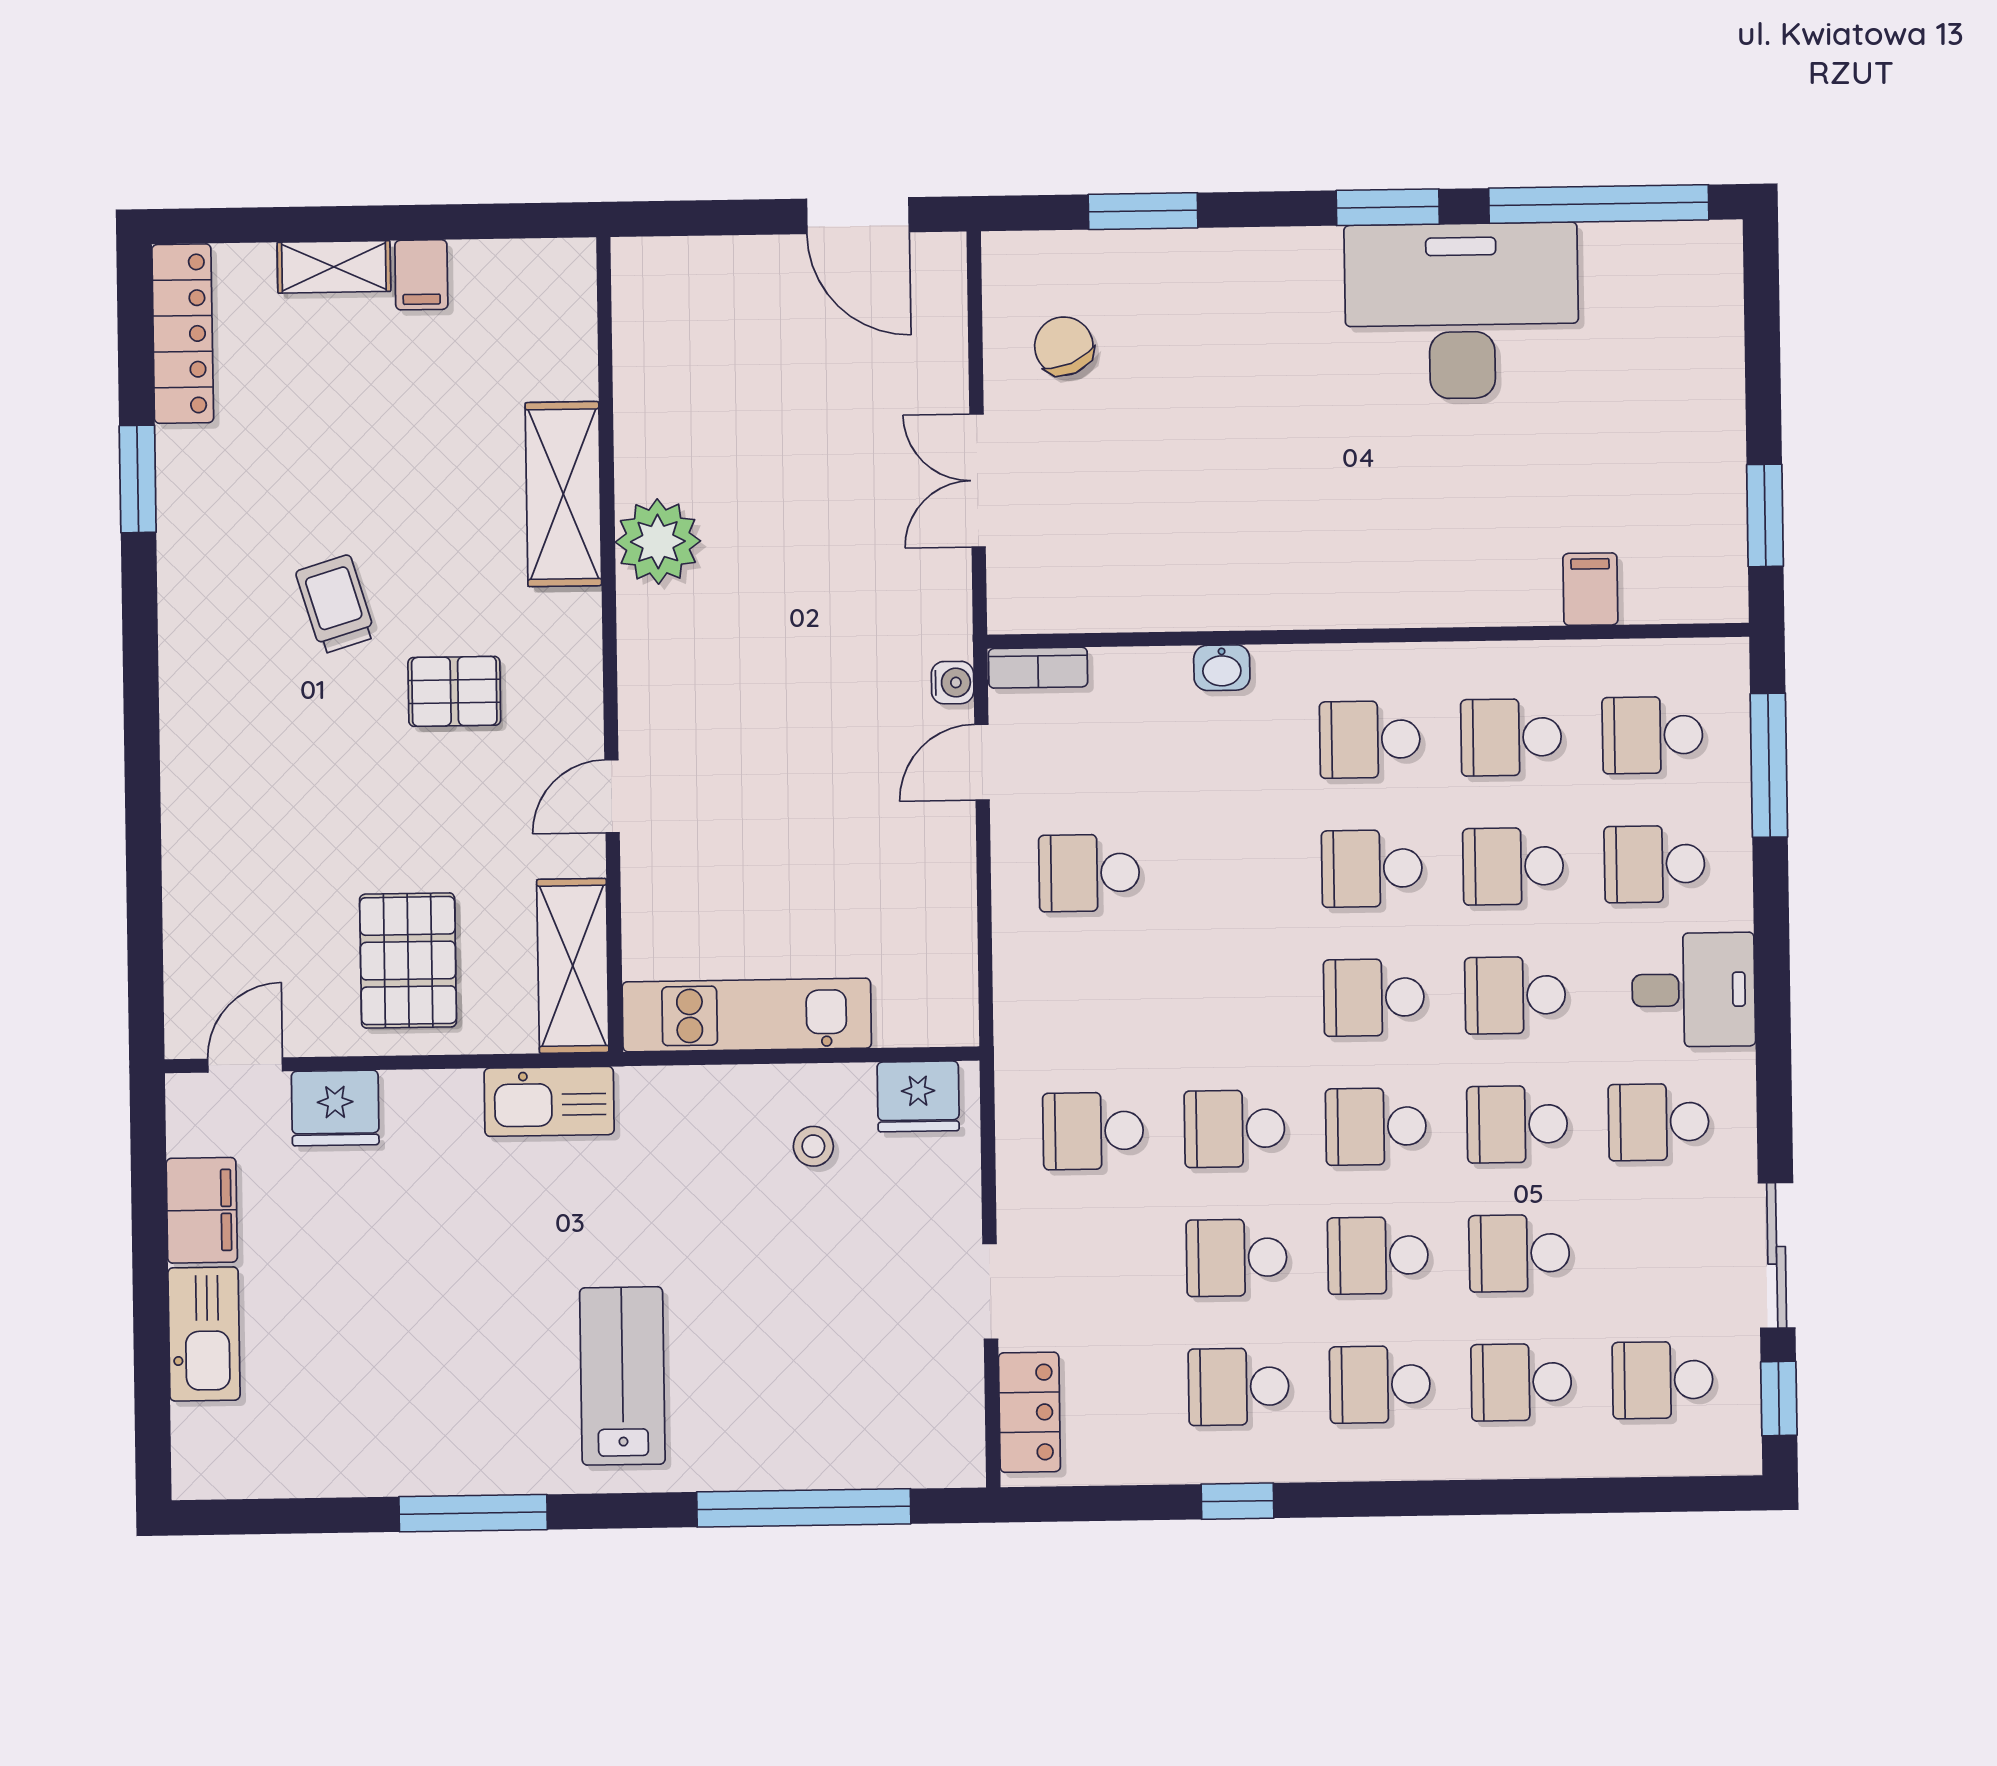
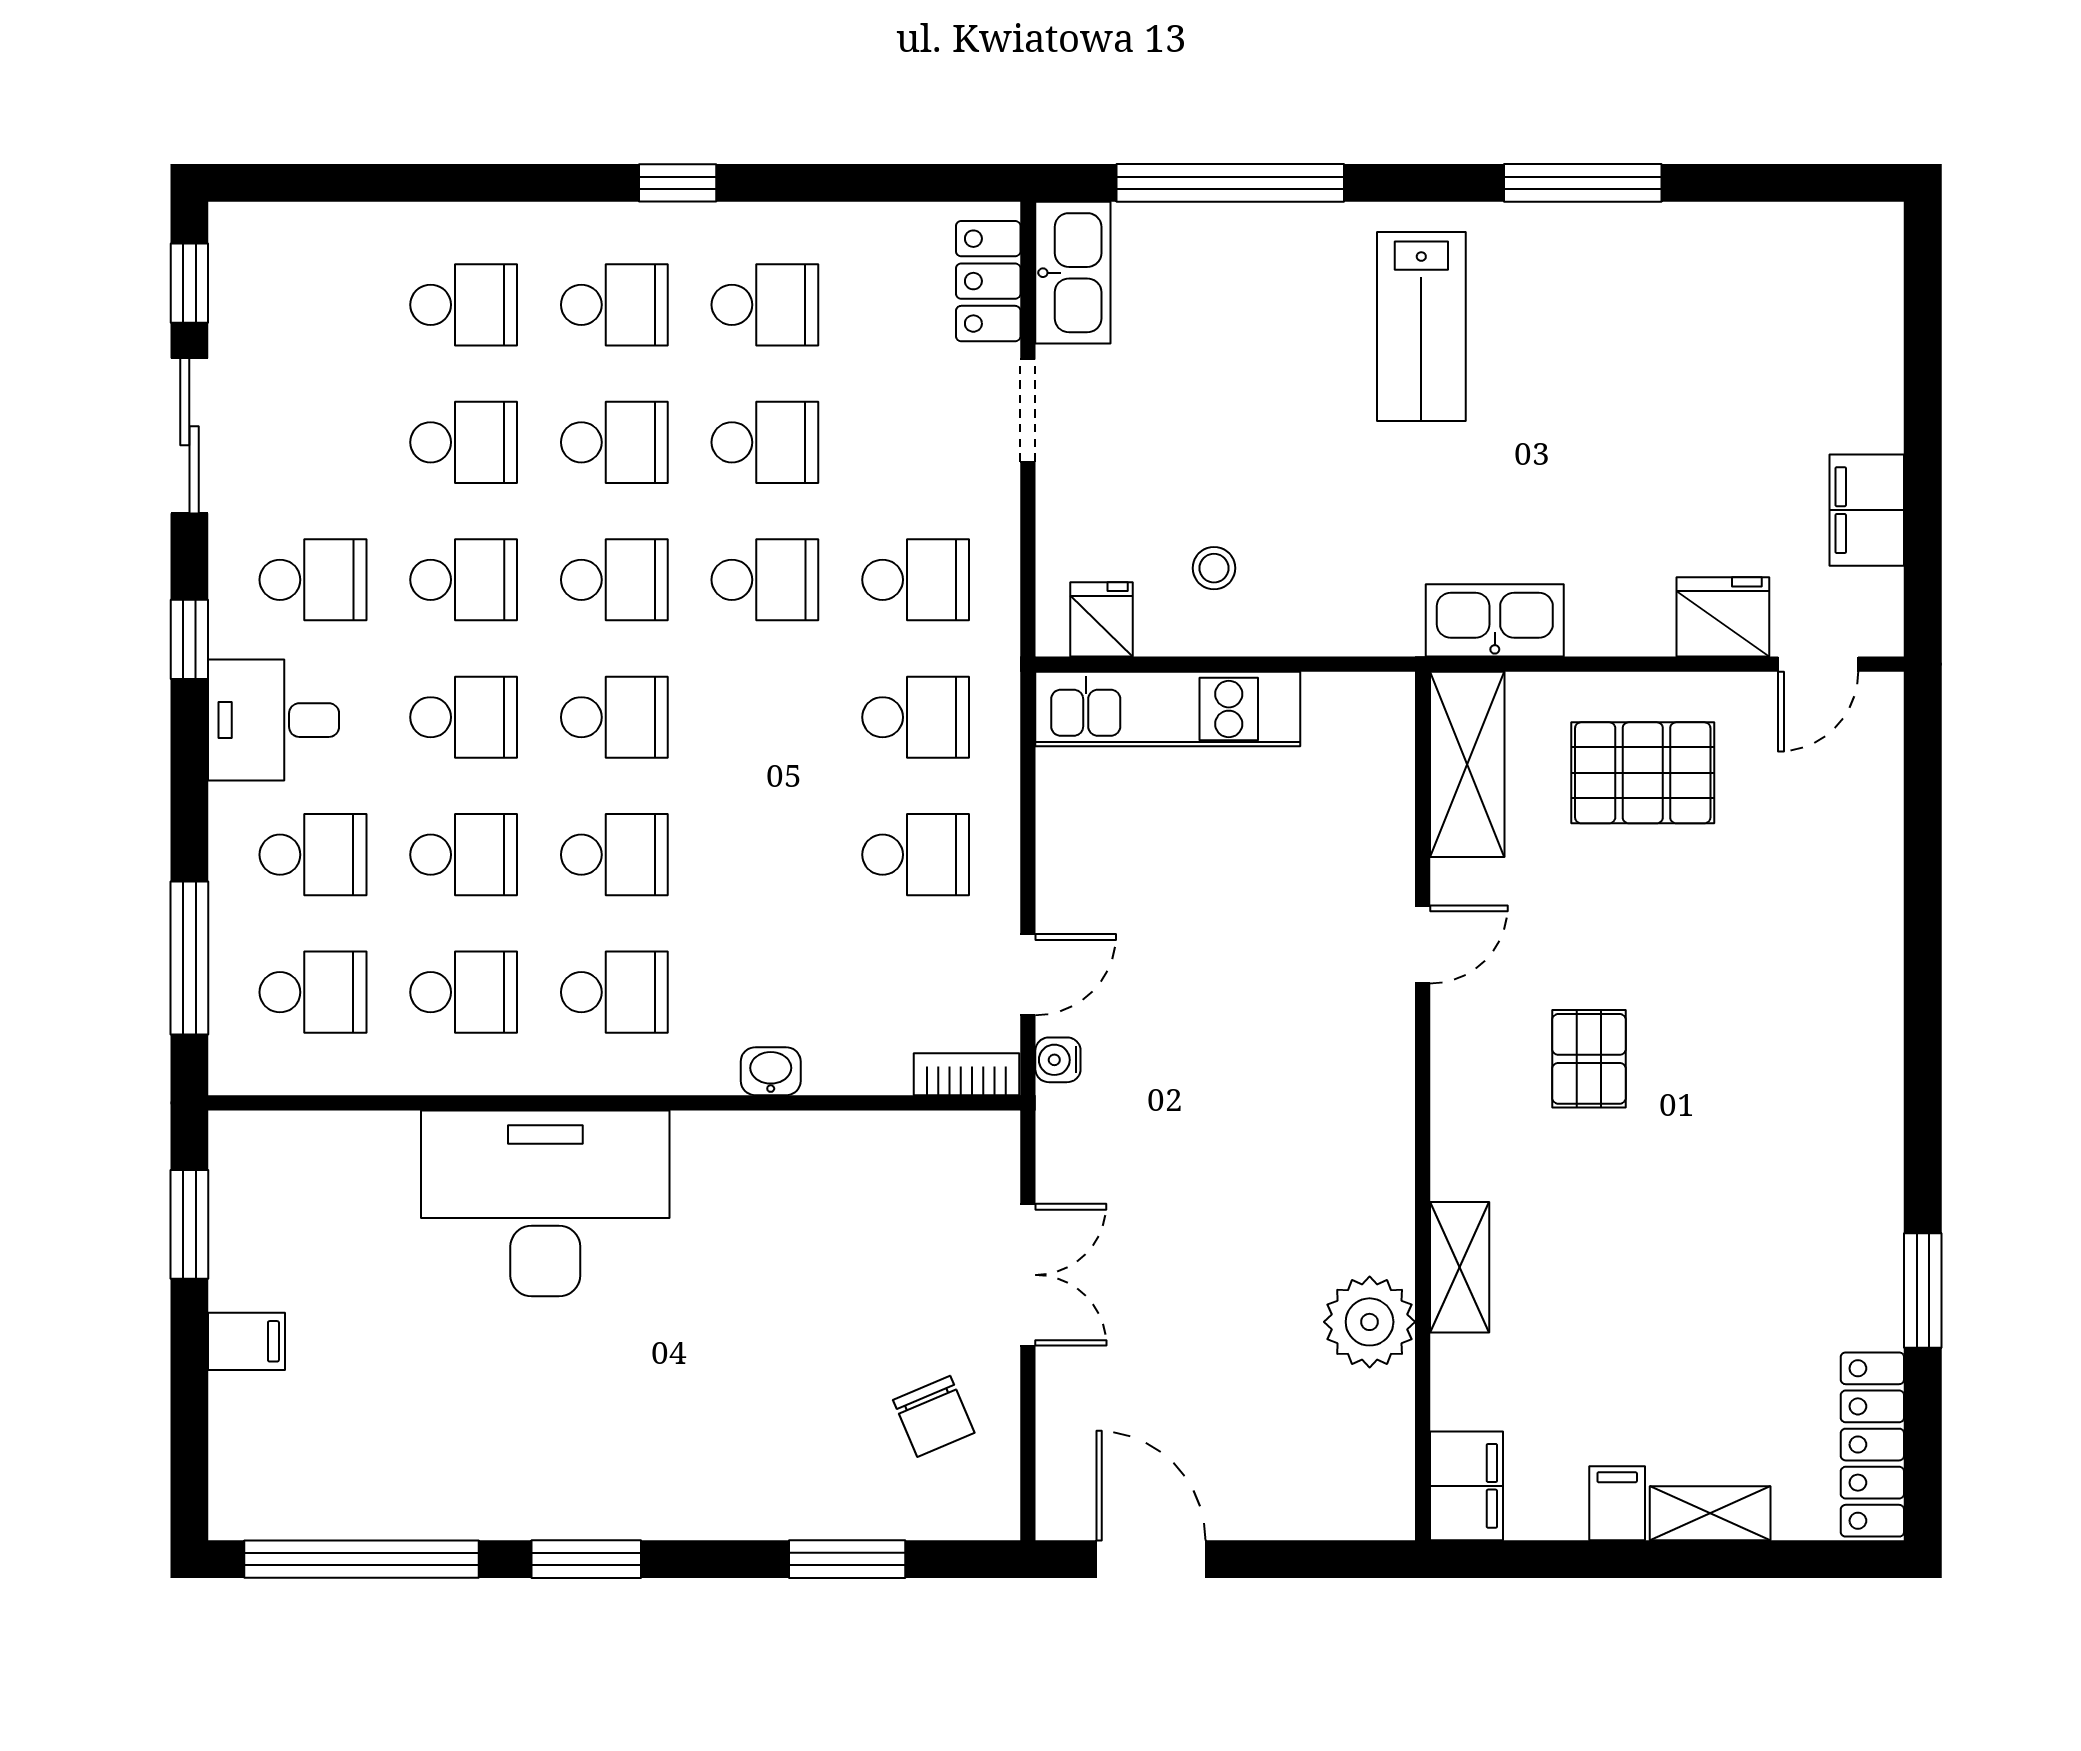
filing cabinet: (563, 289) -> (1466, 1486), added
desk: (1462, 311) -> (545, 1203), moved, turned 180
shelving: (563, 494) -> (1460, 1267), width x0.67, depth x0.75
plant: (658, 541) -> (1370, 1322), moved
filing cabinet: (1590, 589) -> (247, 1341), moved, turned -90
trolley: (336, 604) -> (1714, 1154), removed
pallet: (454, 691) -> (1589, 1059), turned 90
pallet: (408, 961) -> (1643, 773), turned 90
kitchen unit: (747, 1015) -> (1168, 709), moved
window: (1774, 1064) -> (189, 639), added
fridge: (918, 1096) -> (1101, 619), width x0.72
kitchen sink: (204, 1334) -> (1073, 273), moved, turned 180
school desk: (1663, 1380) -> (916, 717), moved
window: (1237, 1501) -> (678, 183), moved

